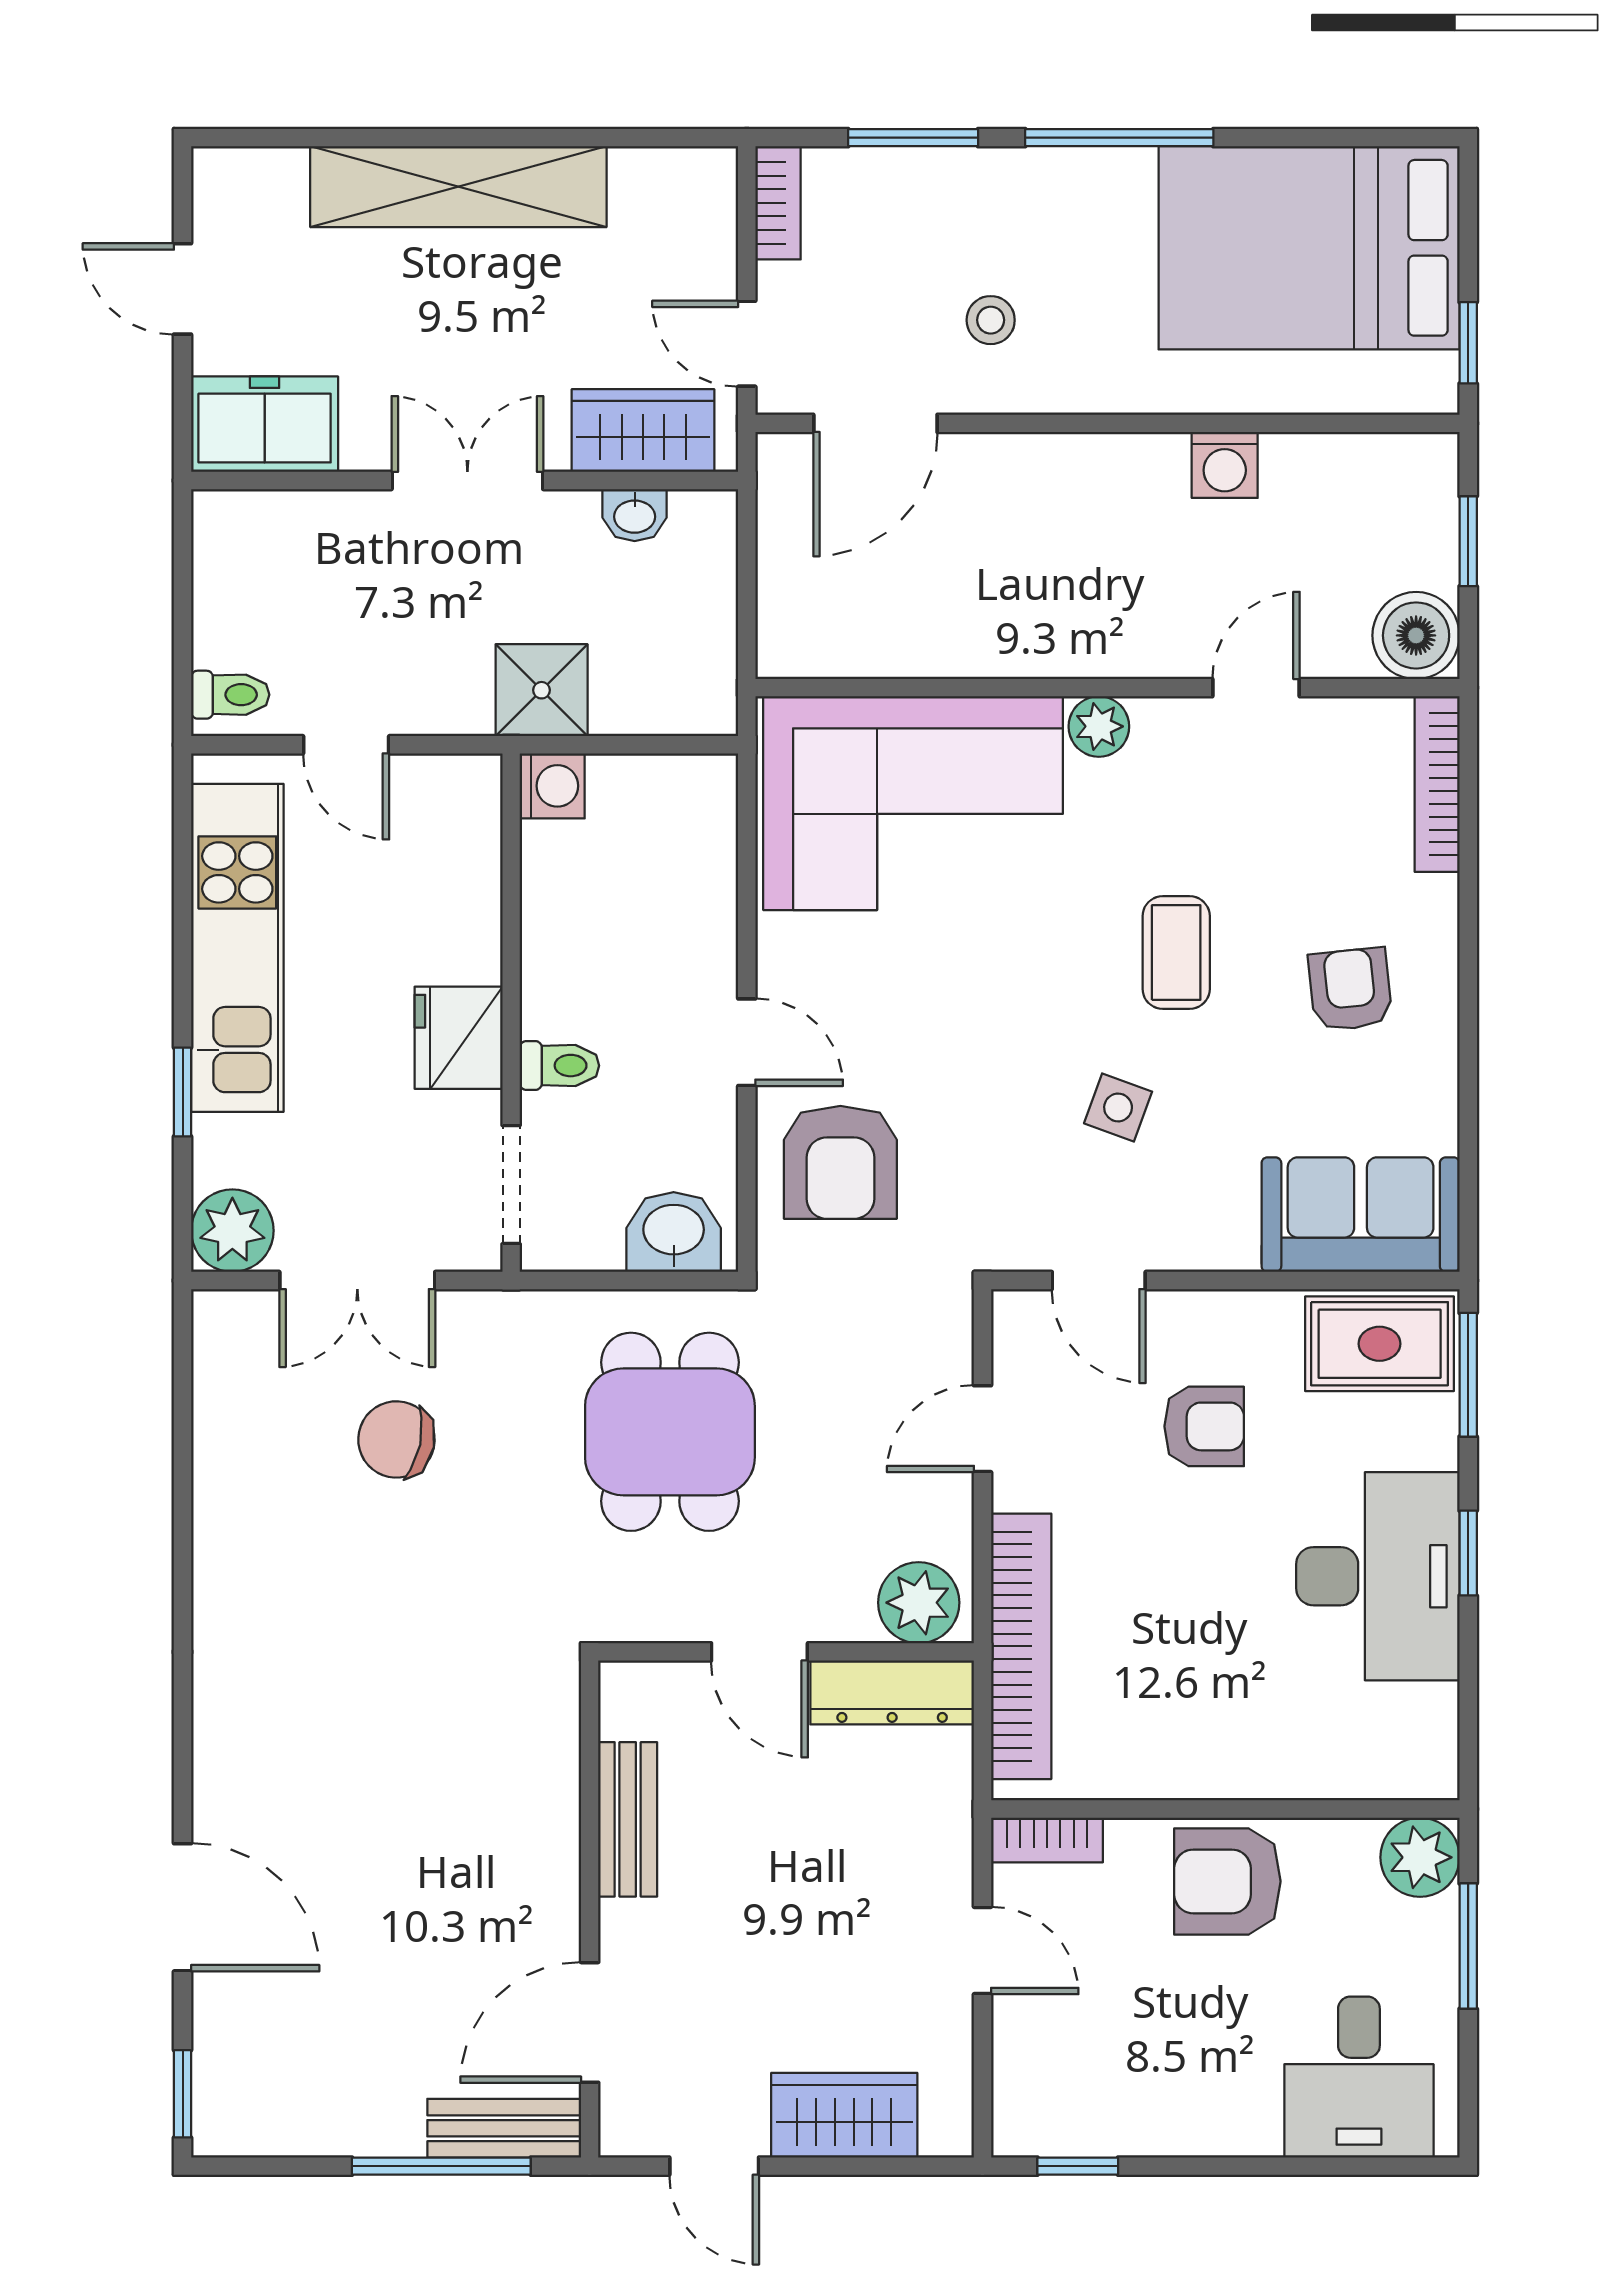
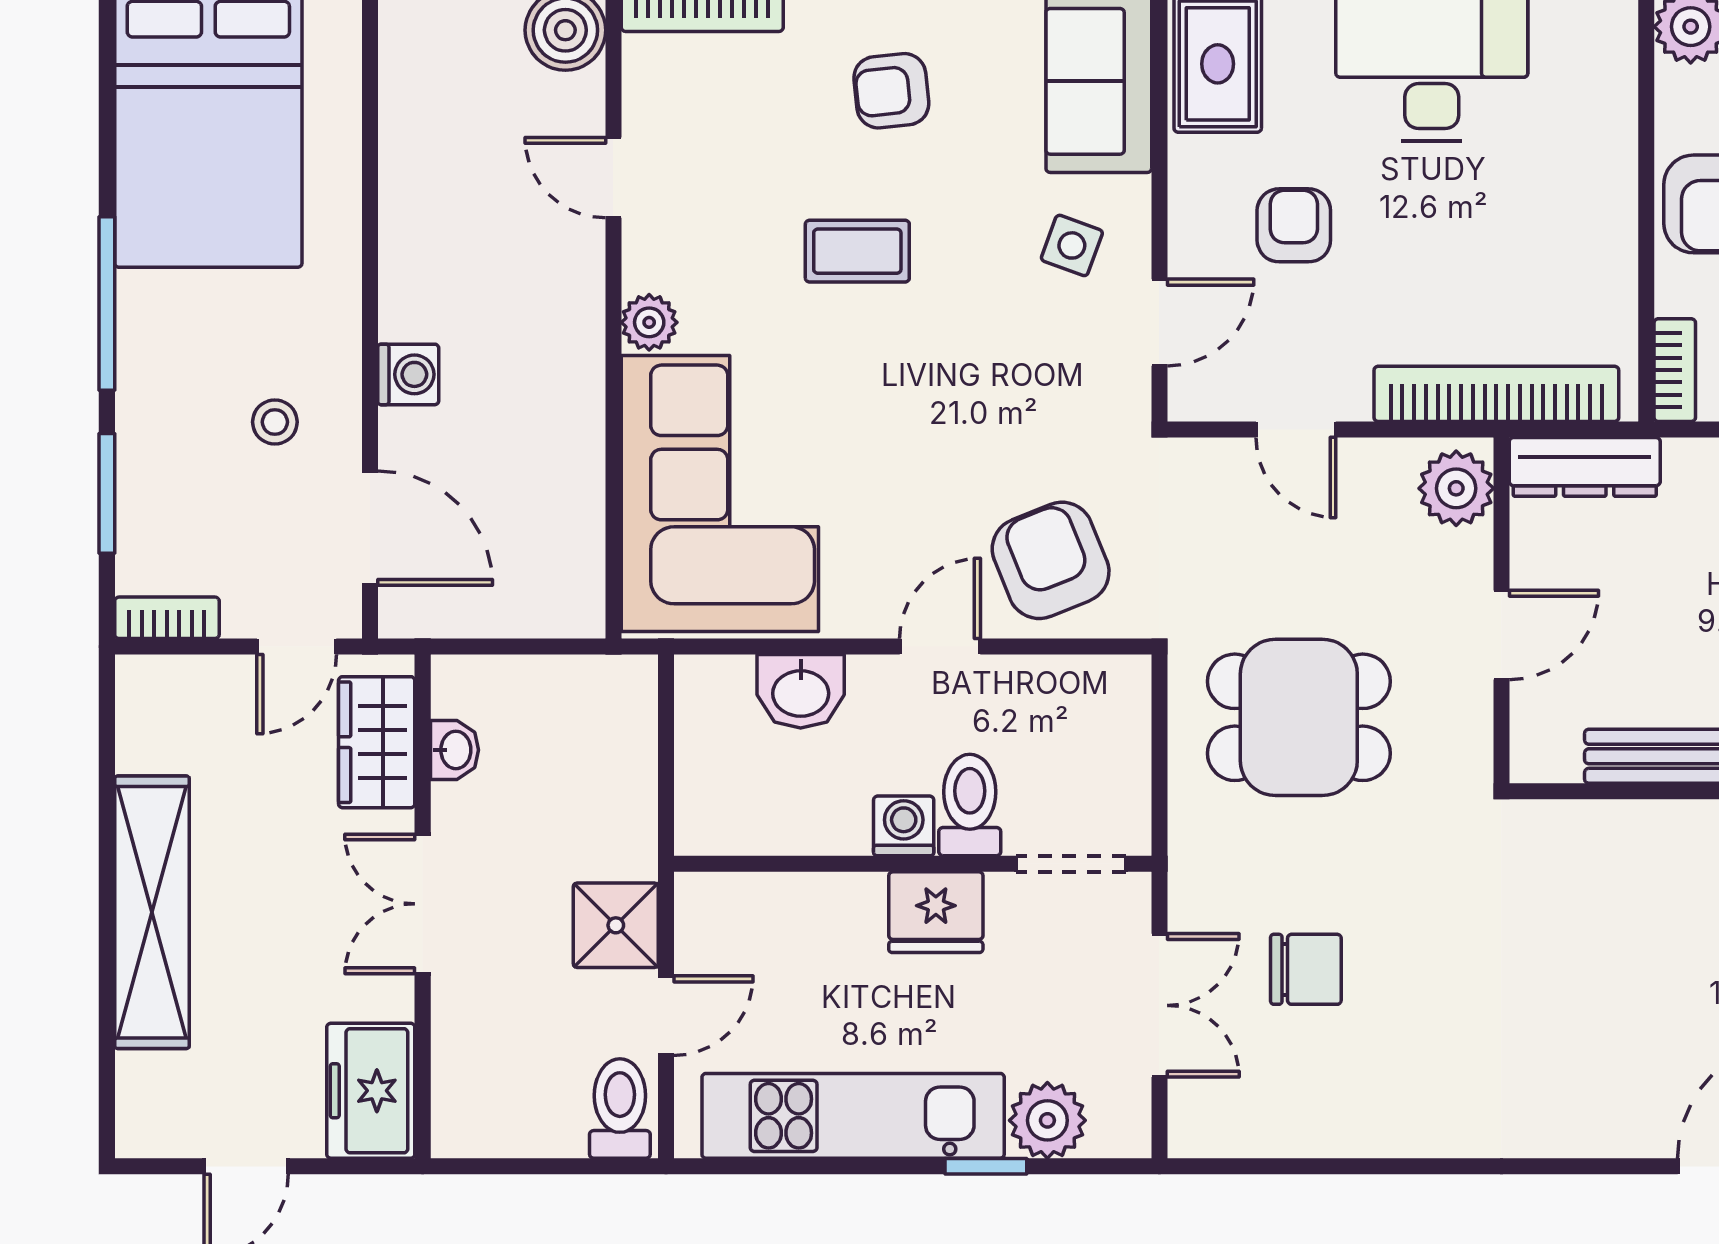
washing machine: (1225, 465) -> (408, 374), moved
shower: (542, 690) -> (616, 925), moved
toilet: (230, 695) -> (620, 1109), width x1.37, depth x1.39
washing machine: (552, 786) -> (904, 826), moved
toilet: (559, 1066) -> (970, 805), width x1.37, depth x1.39
side table: (1118, 1107) -> (1072, 245), moved
armchair: (840, 1162) -> (1051, 560), turned -112
plant: (232, 1231) -> (1047, 1120), moved
washbasin: (674, 1232) -> (801, 691), moved, turned -90
chair: (396, 1439) -> (1306, 969), turned -102
dresser: (892, 1692) -> (1585, 467), moved, turned 90

